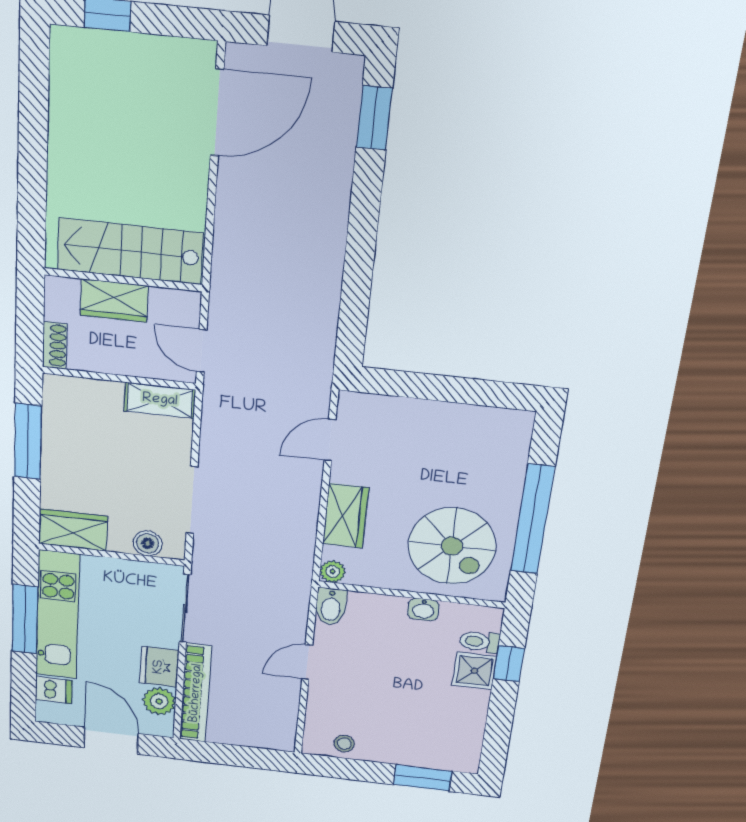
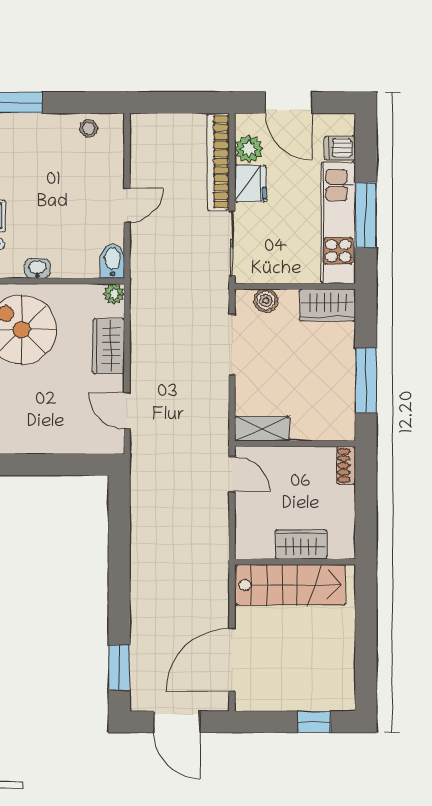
stairs: (130, 251) -> (291, 585), moved
wall: (123, 280) -> (295, 562), moved
wardrobe: (114, 300) -> (301, 544), moved
door: (330, 440) -> (127, 411), swing flipped

